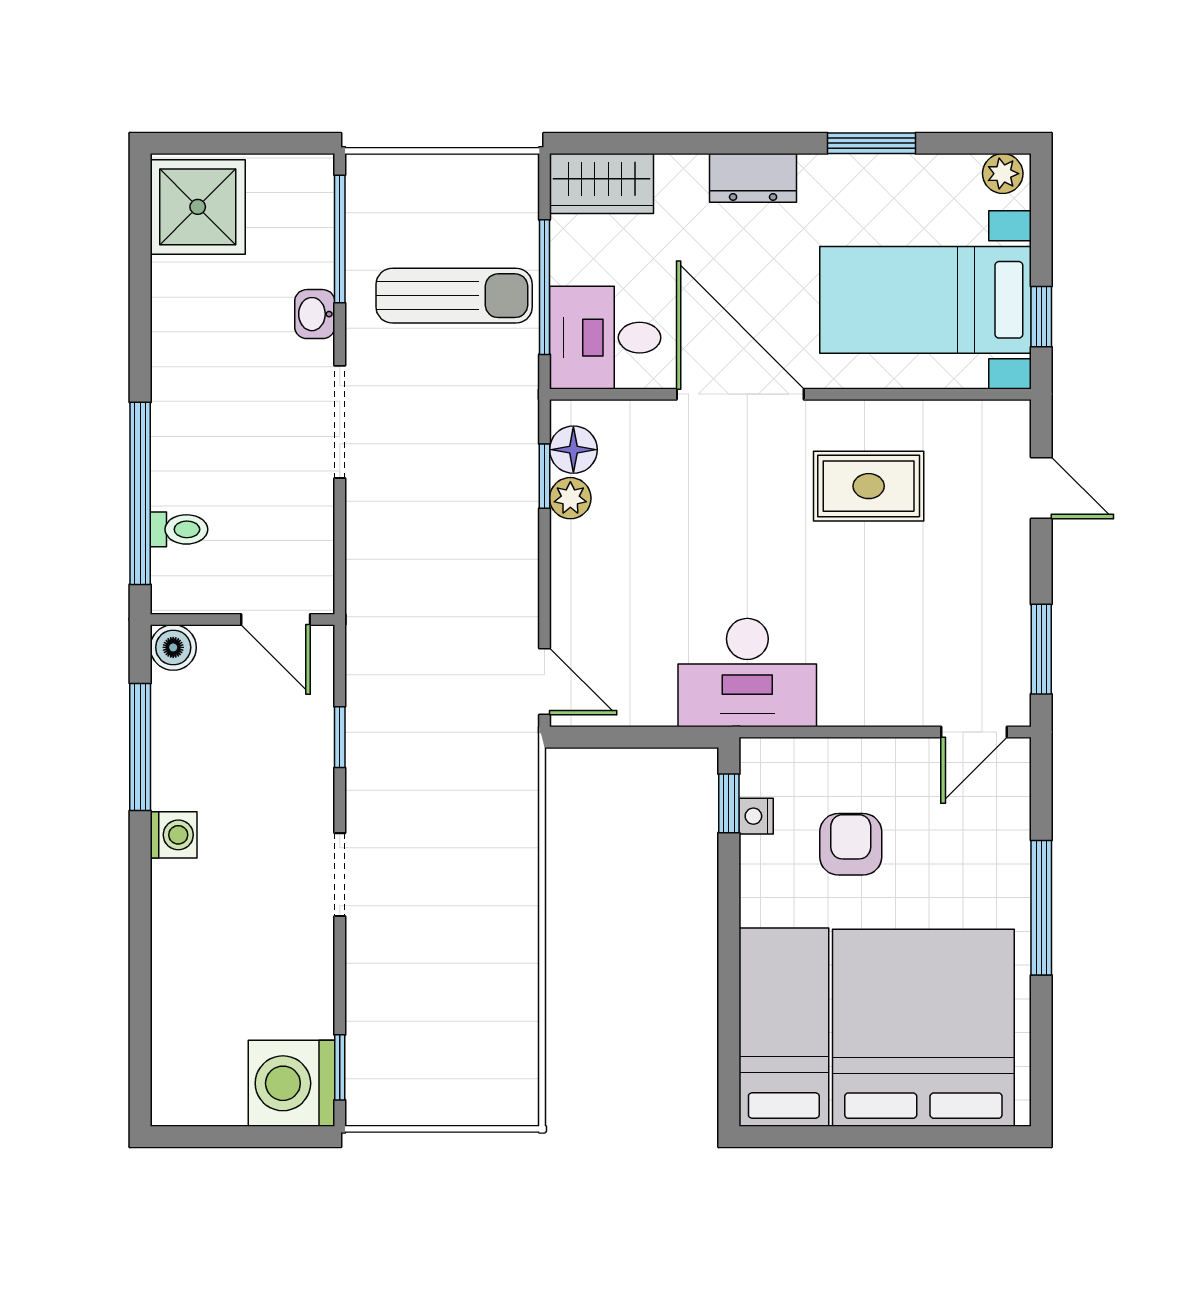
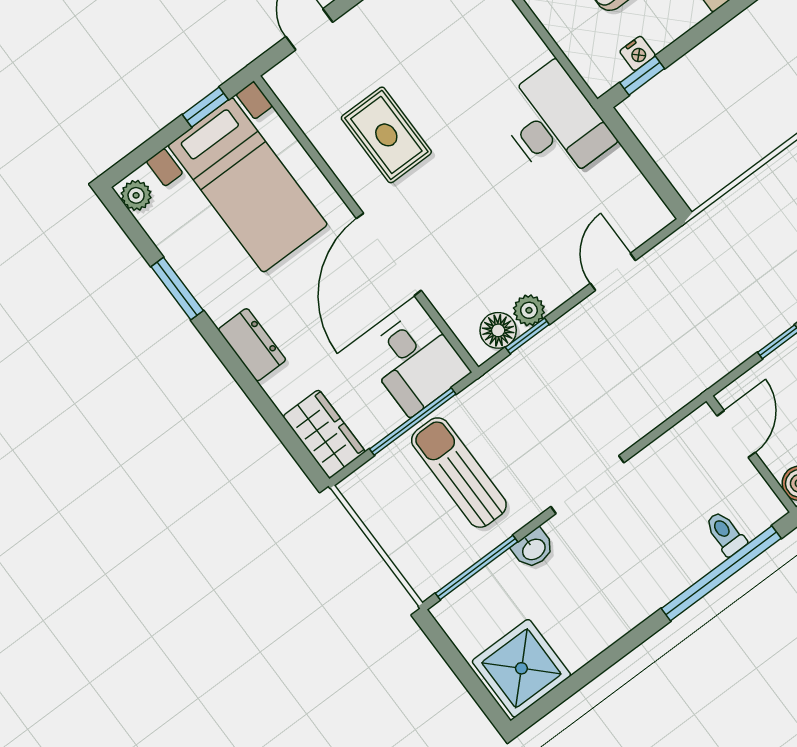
door: (545, 682) -> (613, 272), moved

